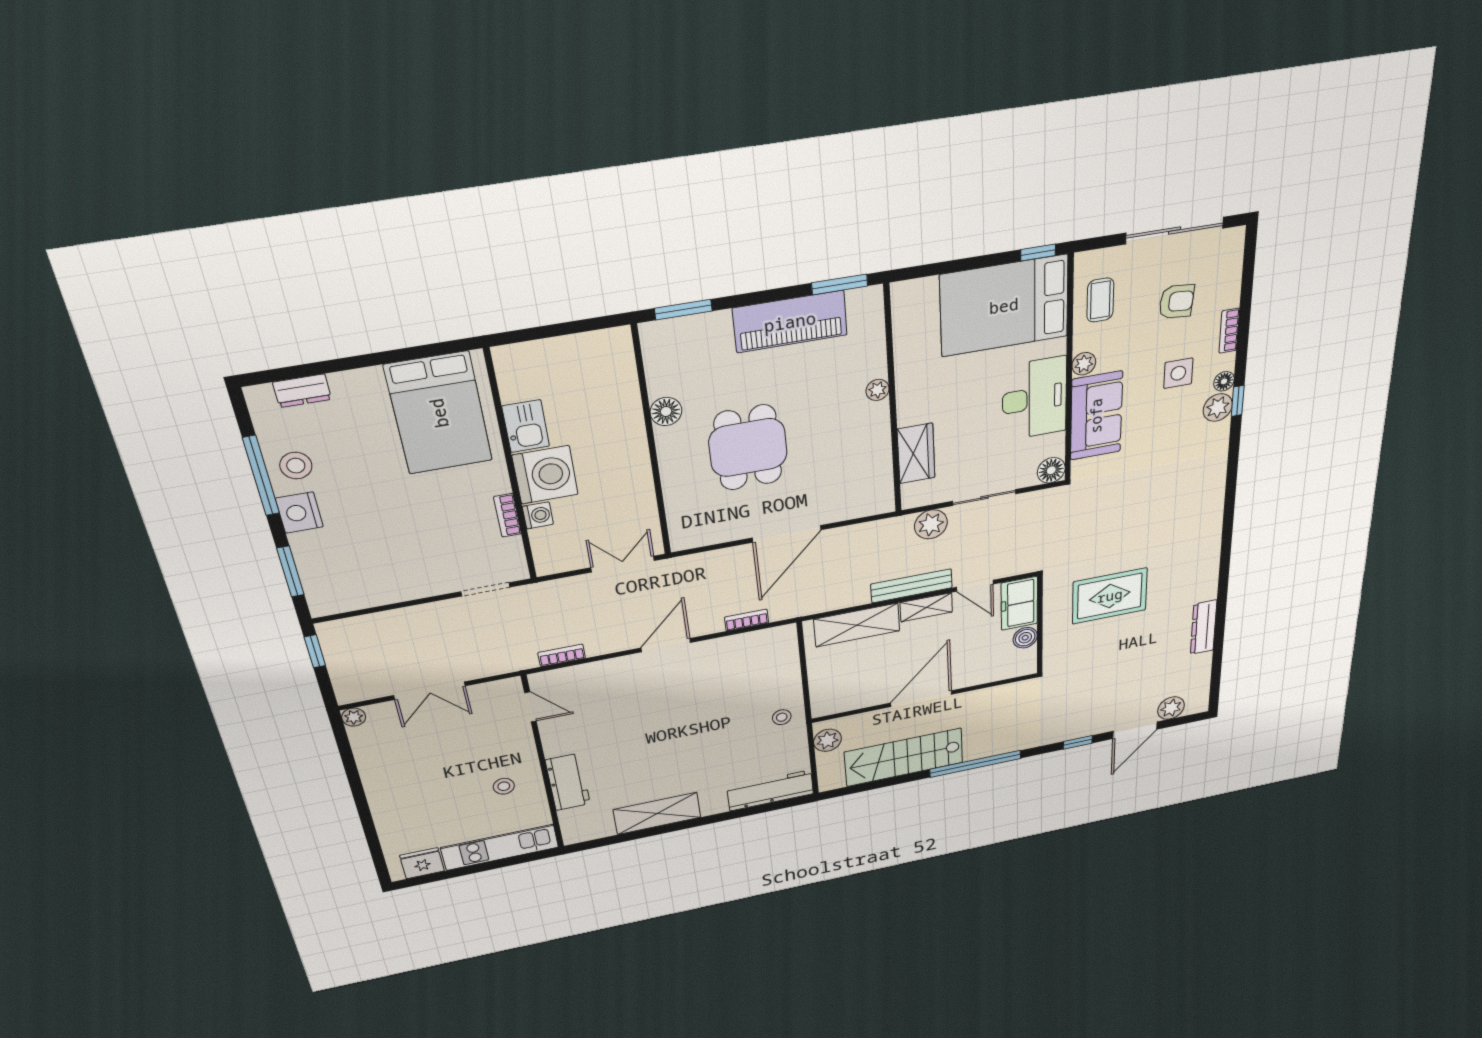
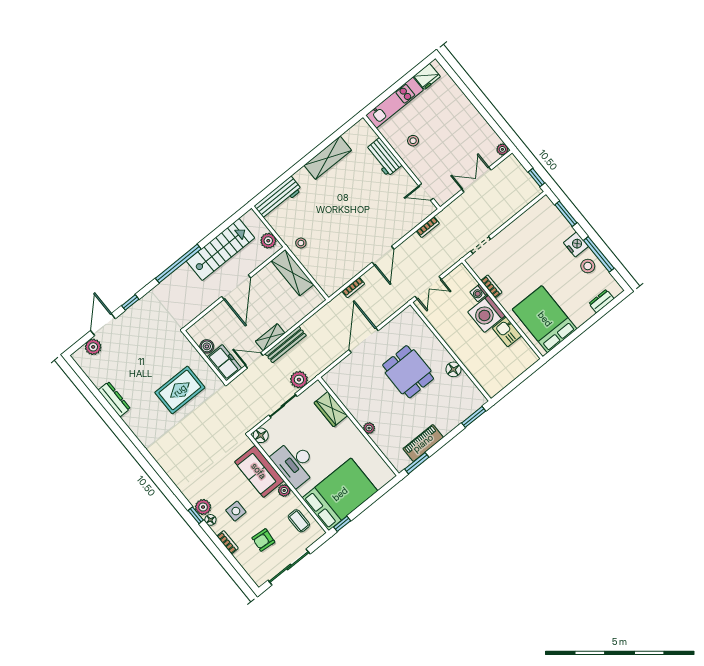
piano: (790, 322) -> (423, 443), width x0.73, depth x0.75
shelving: (857, 625) -> (292, 273), moved, turned 90

